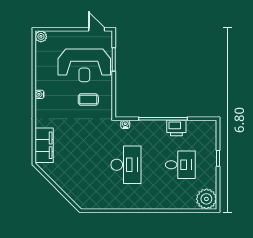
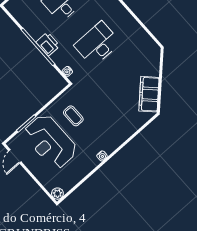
reception desk: (84, 65) -> (50, 142), turned 180
printer: (176, 128) -> (48, 44), moved
filing cabinet: (44, 145) -> (149, 94), moved, turned -45

